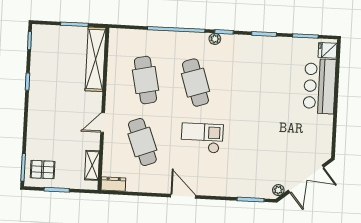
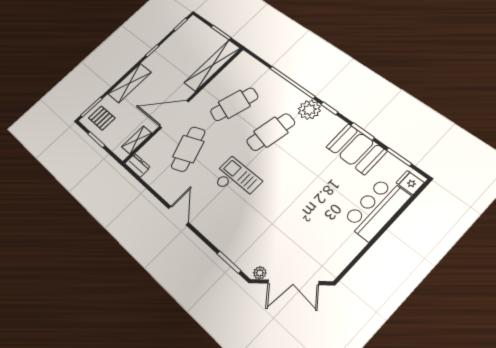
plant: (215, 39) -> (309, 110), width x1.88, depth x1.88
booth: (271, 51) -> (356, 149), added
cafe table: (145, 80) -> (234, 104), turned 30
cafe table: (195, 83) -> (271, 132), turned 30
door: (103, 123) -> (174, 114), width x1.87
shelving: (36, 124) -> (130, 83), added

